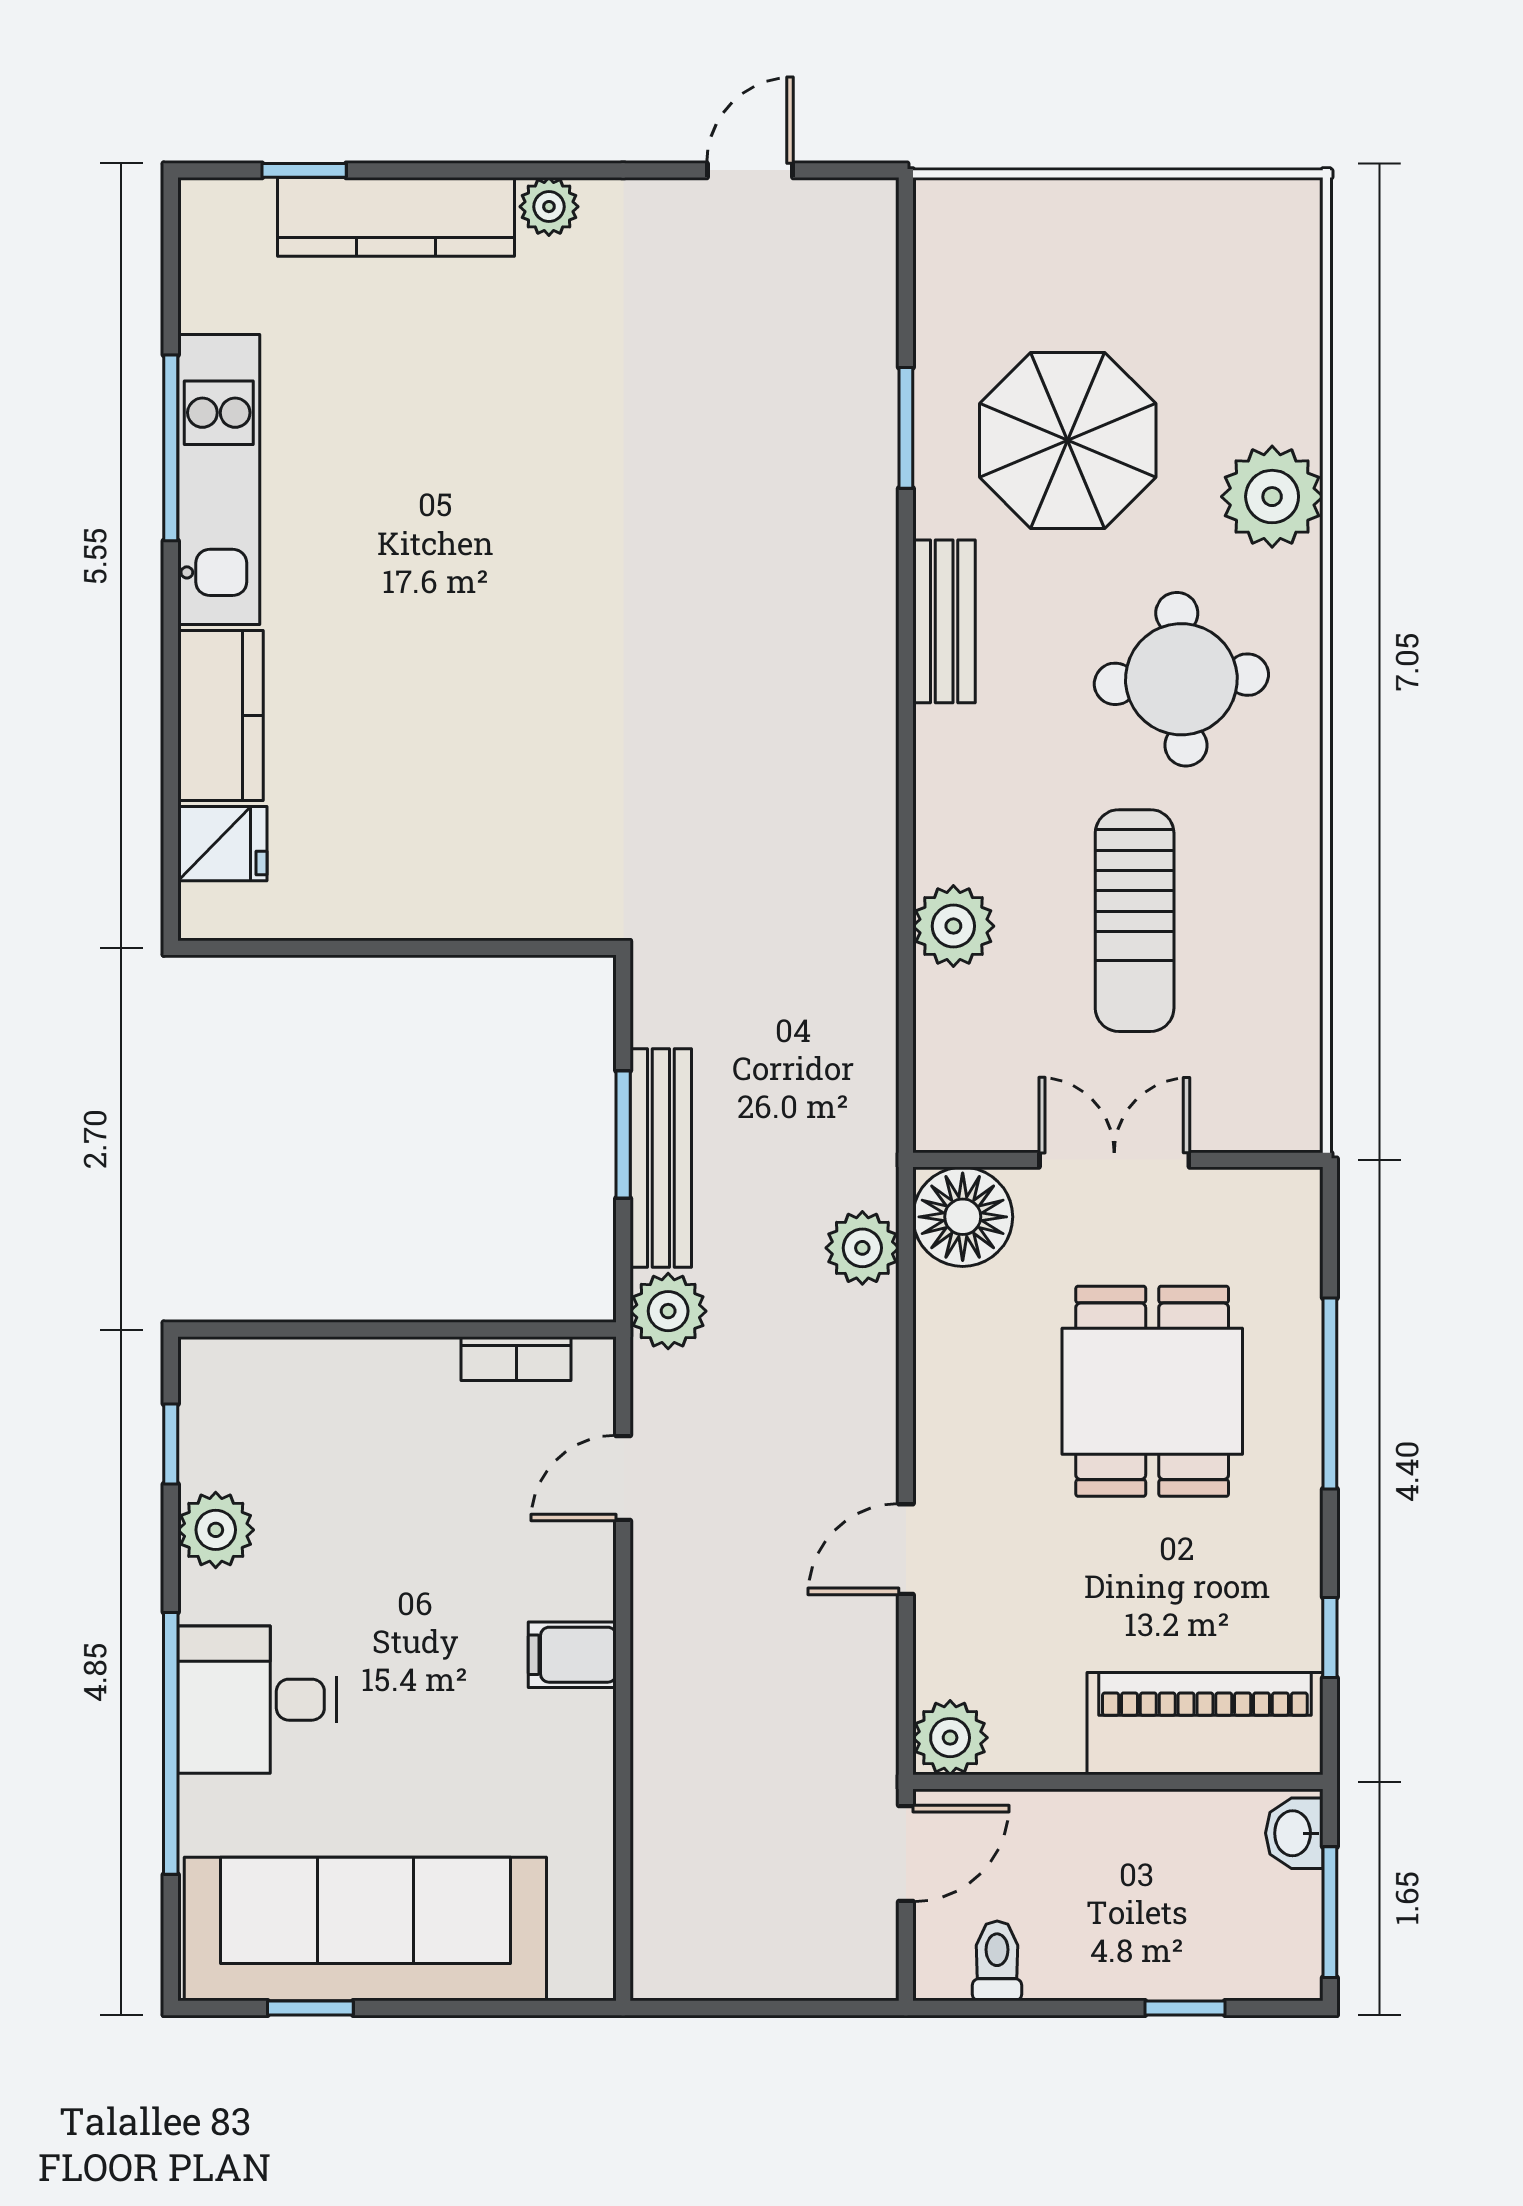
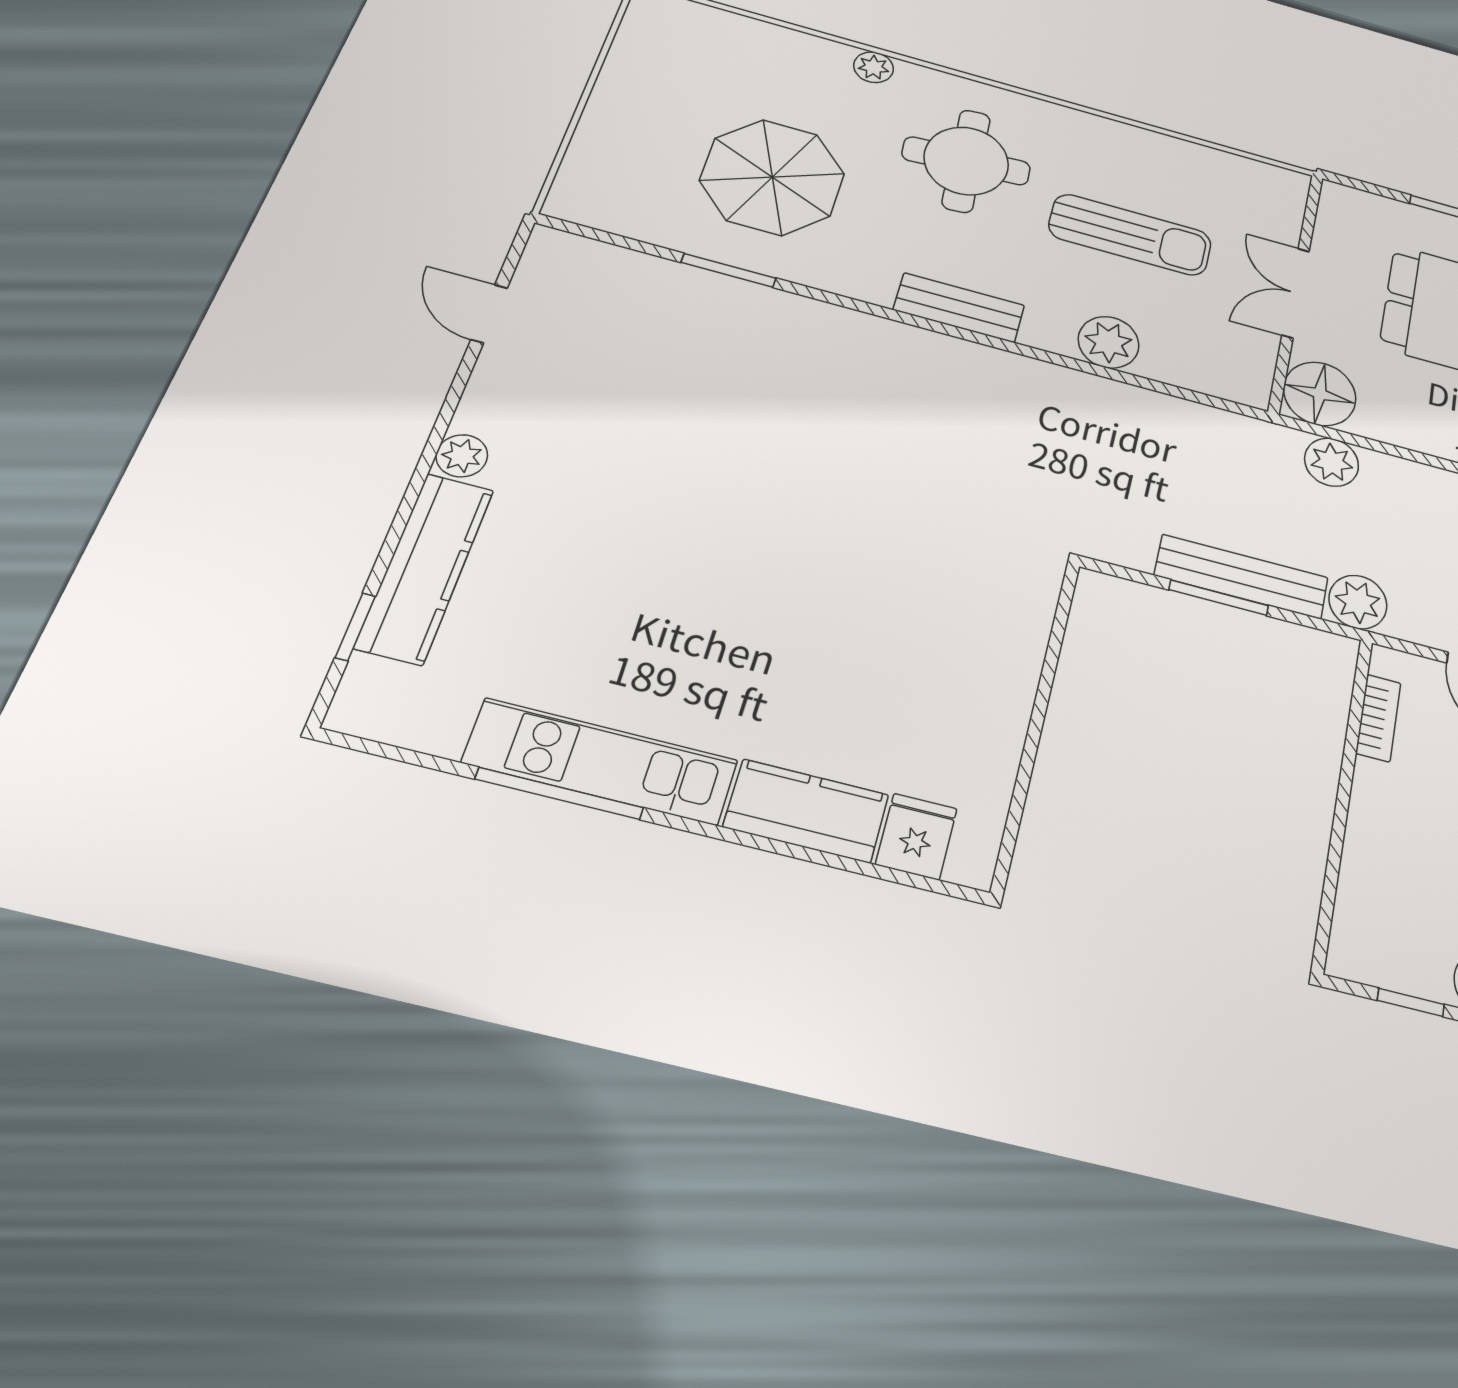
plant: (1272, 497) -> (873, 67), width x0.53, depth x0.53
bench: (944, 621) -> (959, 308), moved

